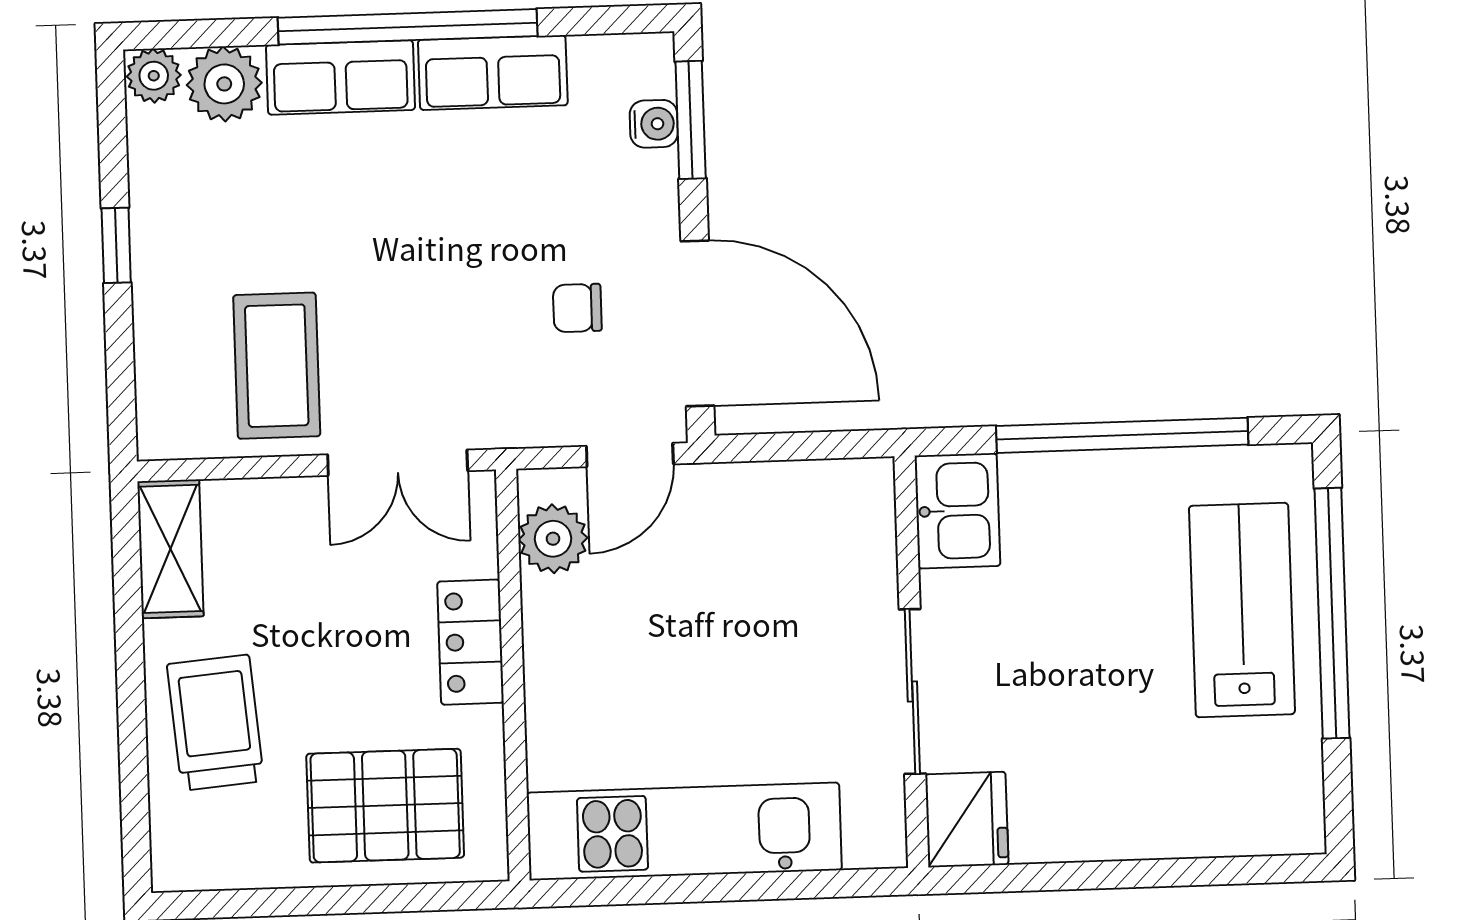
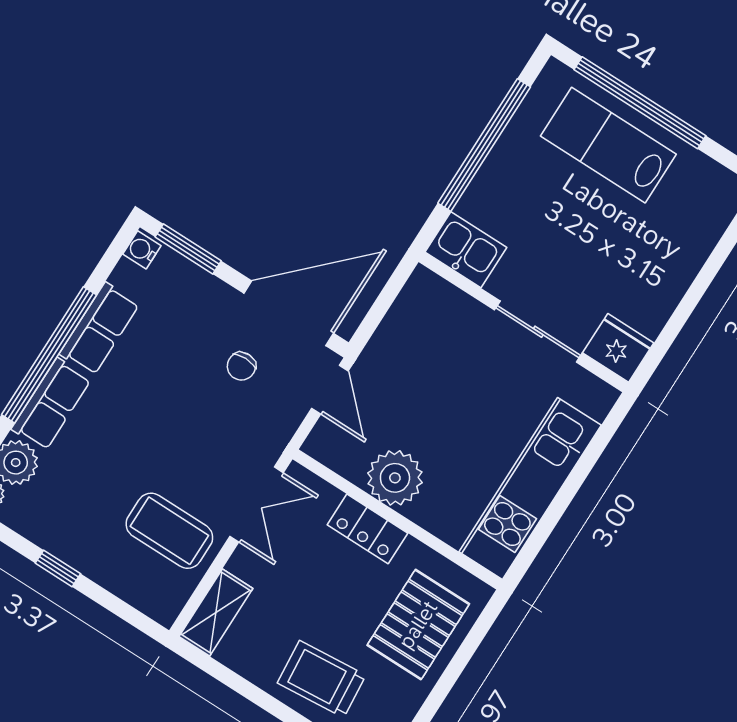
water cooler: (654, 124) -> (142, 250), moved, turned -90
plant: (553, 539) -> (395, 478), moved, width x1.36, depth x1.36
shelving: (170, 549) -> (216, 612), moved, turned 90

